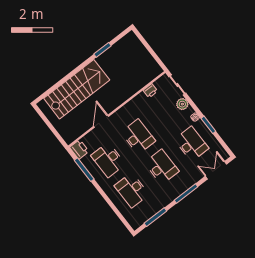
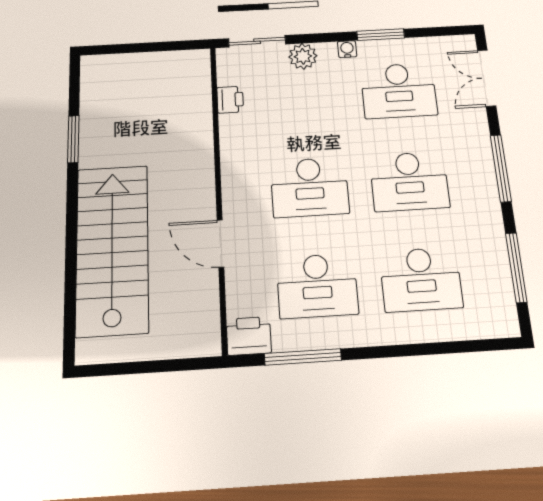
desk: (138, 137) -> (310, 187), turned 180
desk: (191, 144) -> (399, 91), turned 180
desk: (162, 167) -> (409, 181), turned 180

